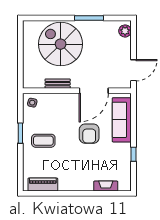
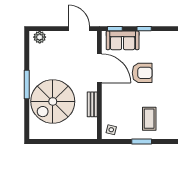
window: (89, 18) -> (27, 85), moved
window: (134, 106) -> (115, 29), added
sofa: (122, 120) -> (123, 40), width x0.73
window: (134, 154) -> (144, 29), moved

